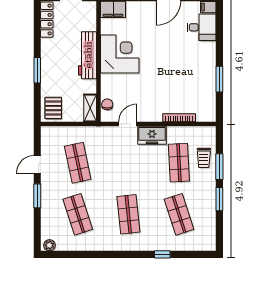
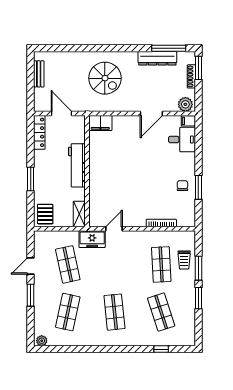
corner desk: (120, 54) -> (106, 164), removed
chair: (107, 104) -> (182, 186), moved
freezer: (152, 135) -> (92, 239), moved
shop shelf: (78, 214) -> (68, 312), turned 30
window: (162, 254) -> (161, 349), moved

